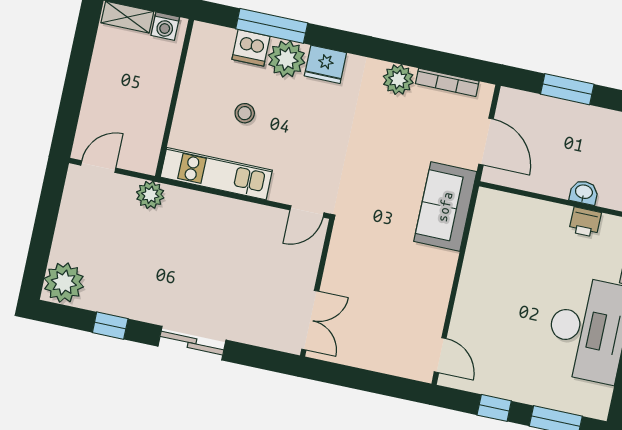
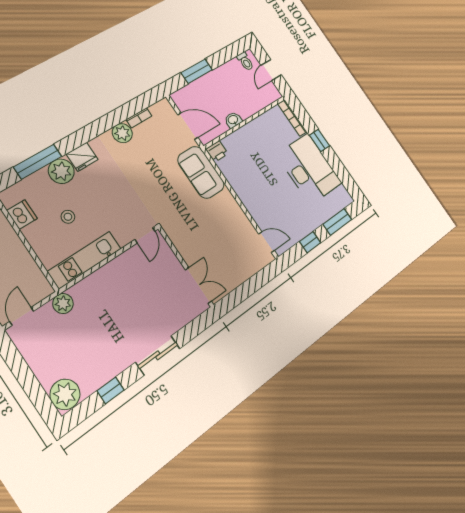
dishwasher: (251, 48) -> (22, 215), moved, turned -90
bookcase: (447, 82) -> (139, 118), width x0.64
washbasin: (584, 192) -> (233, 120), moved
printer: (585, 222) -> (217, 151), moved

